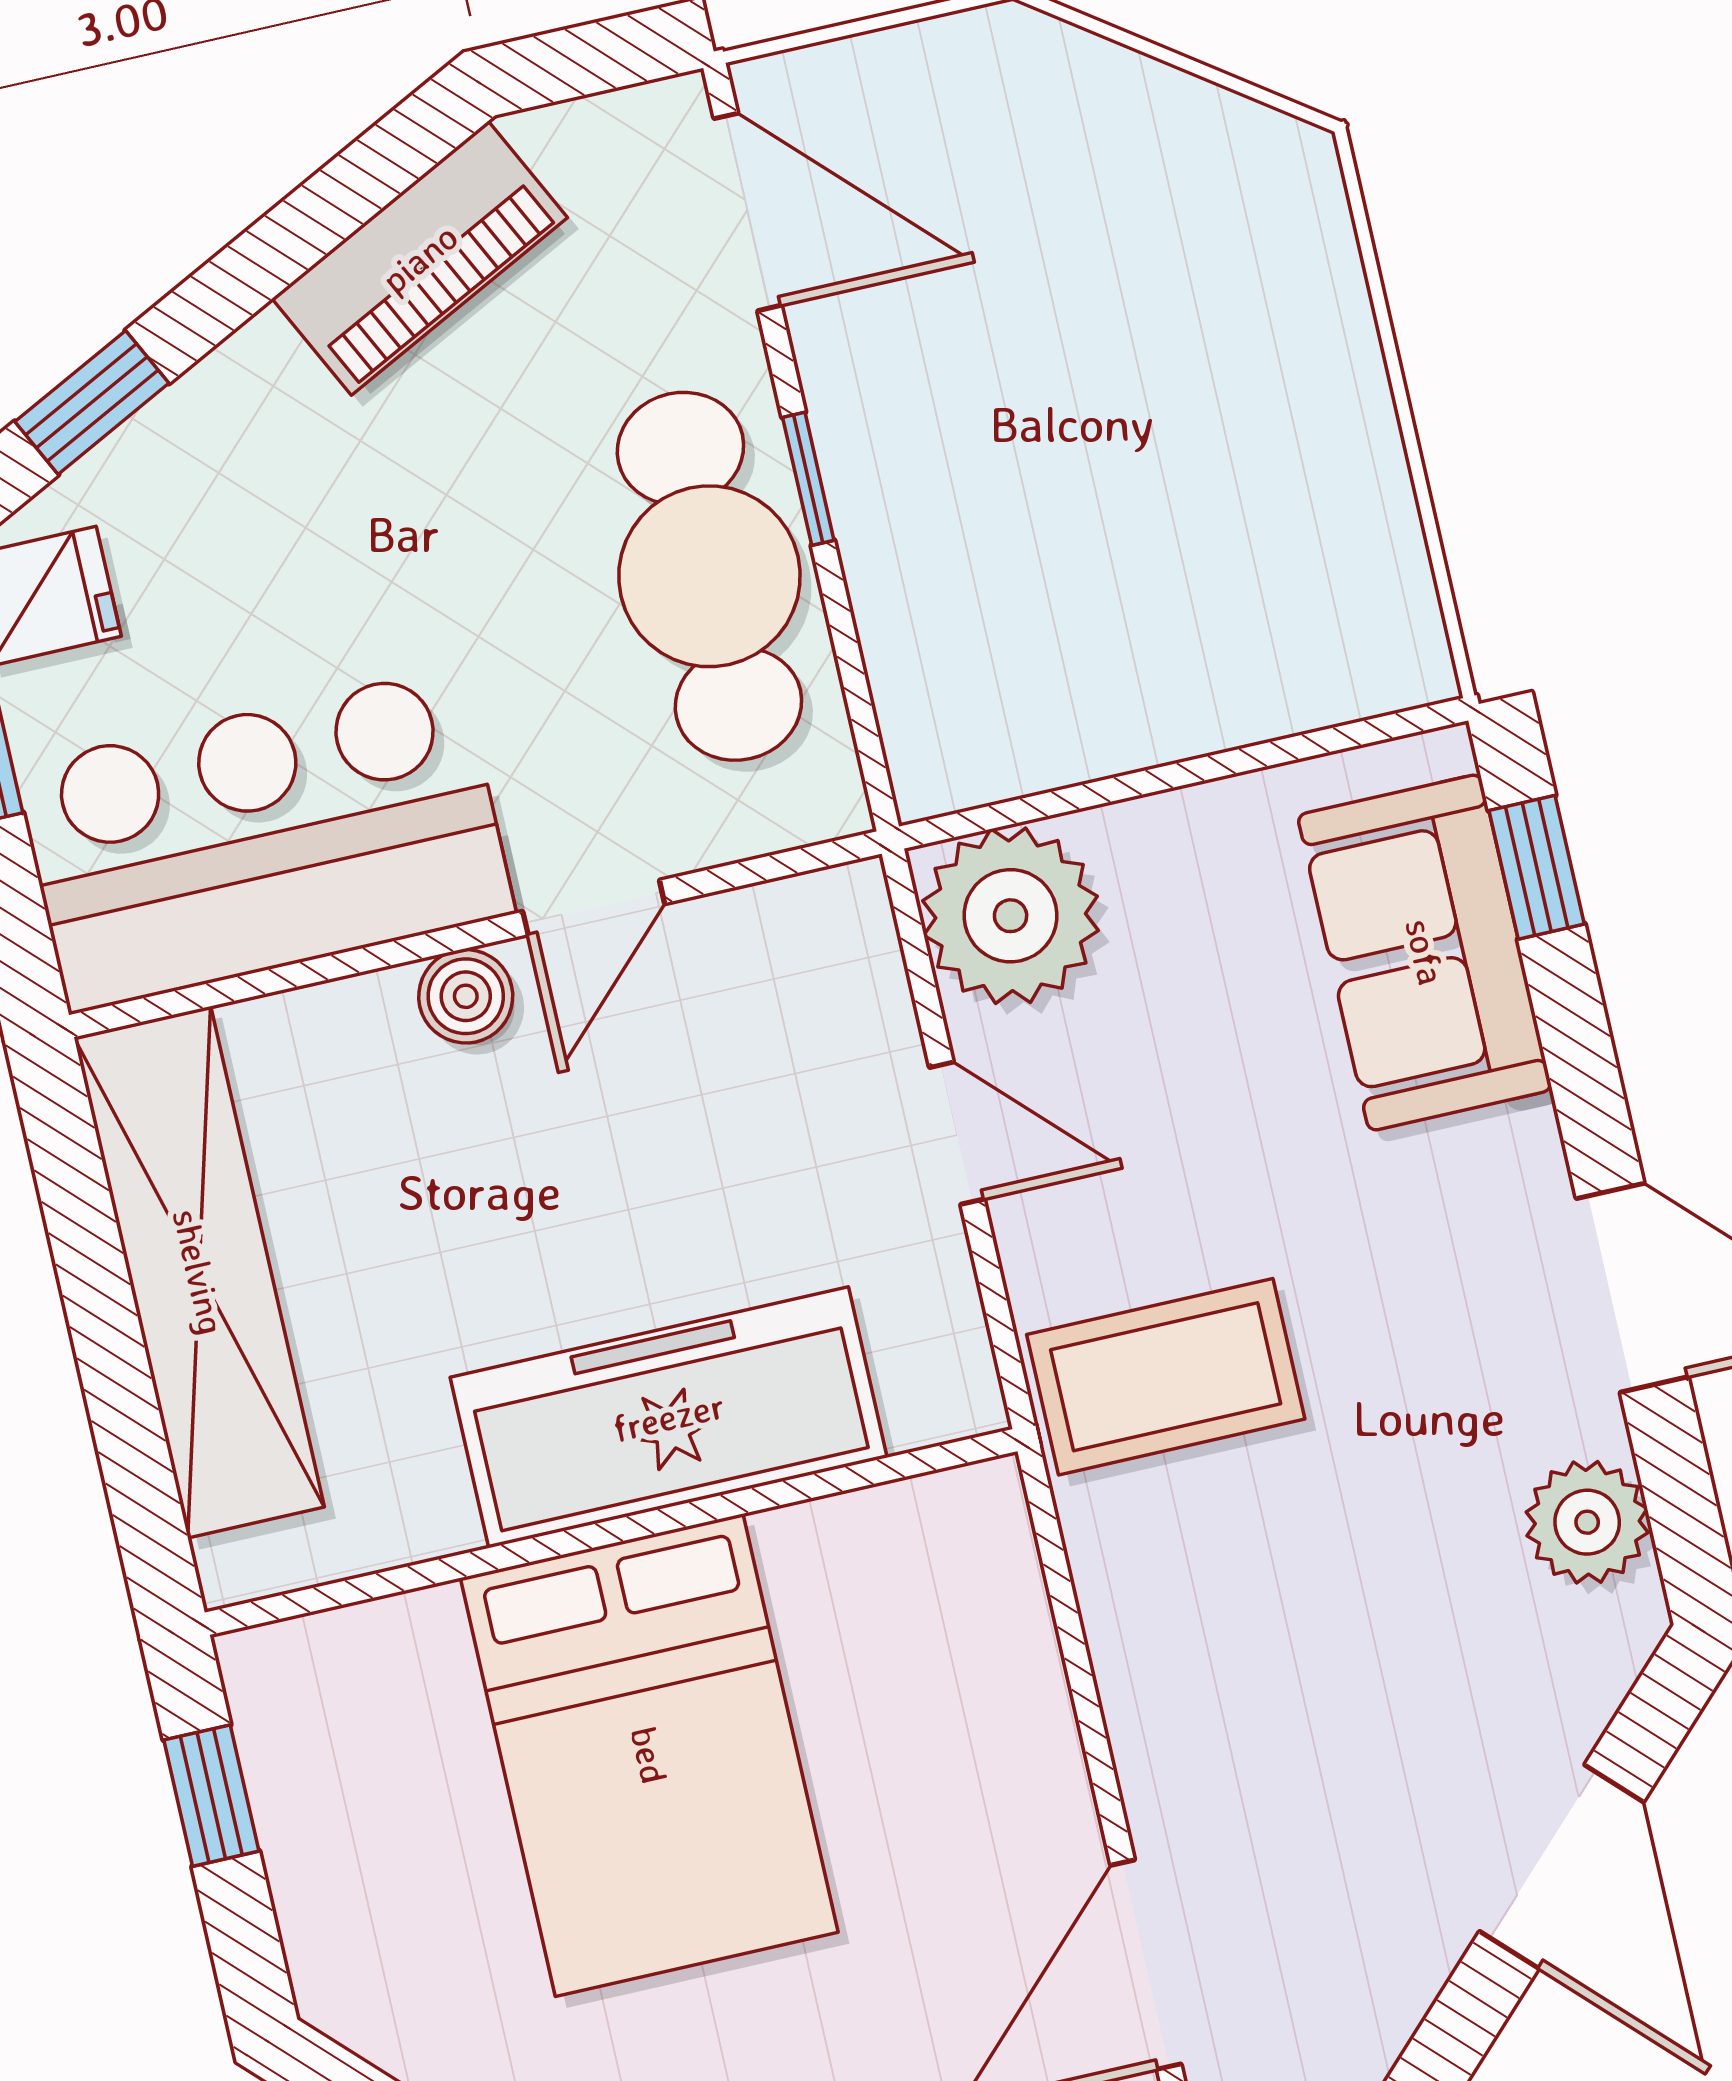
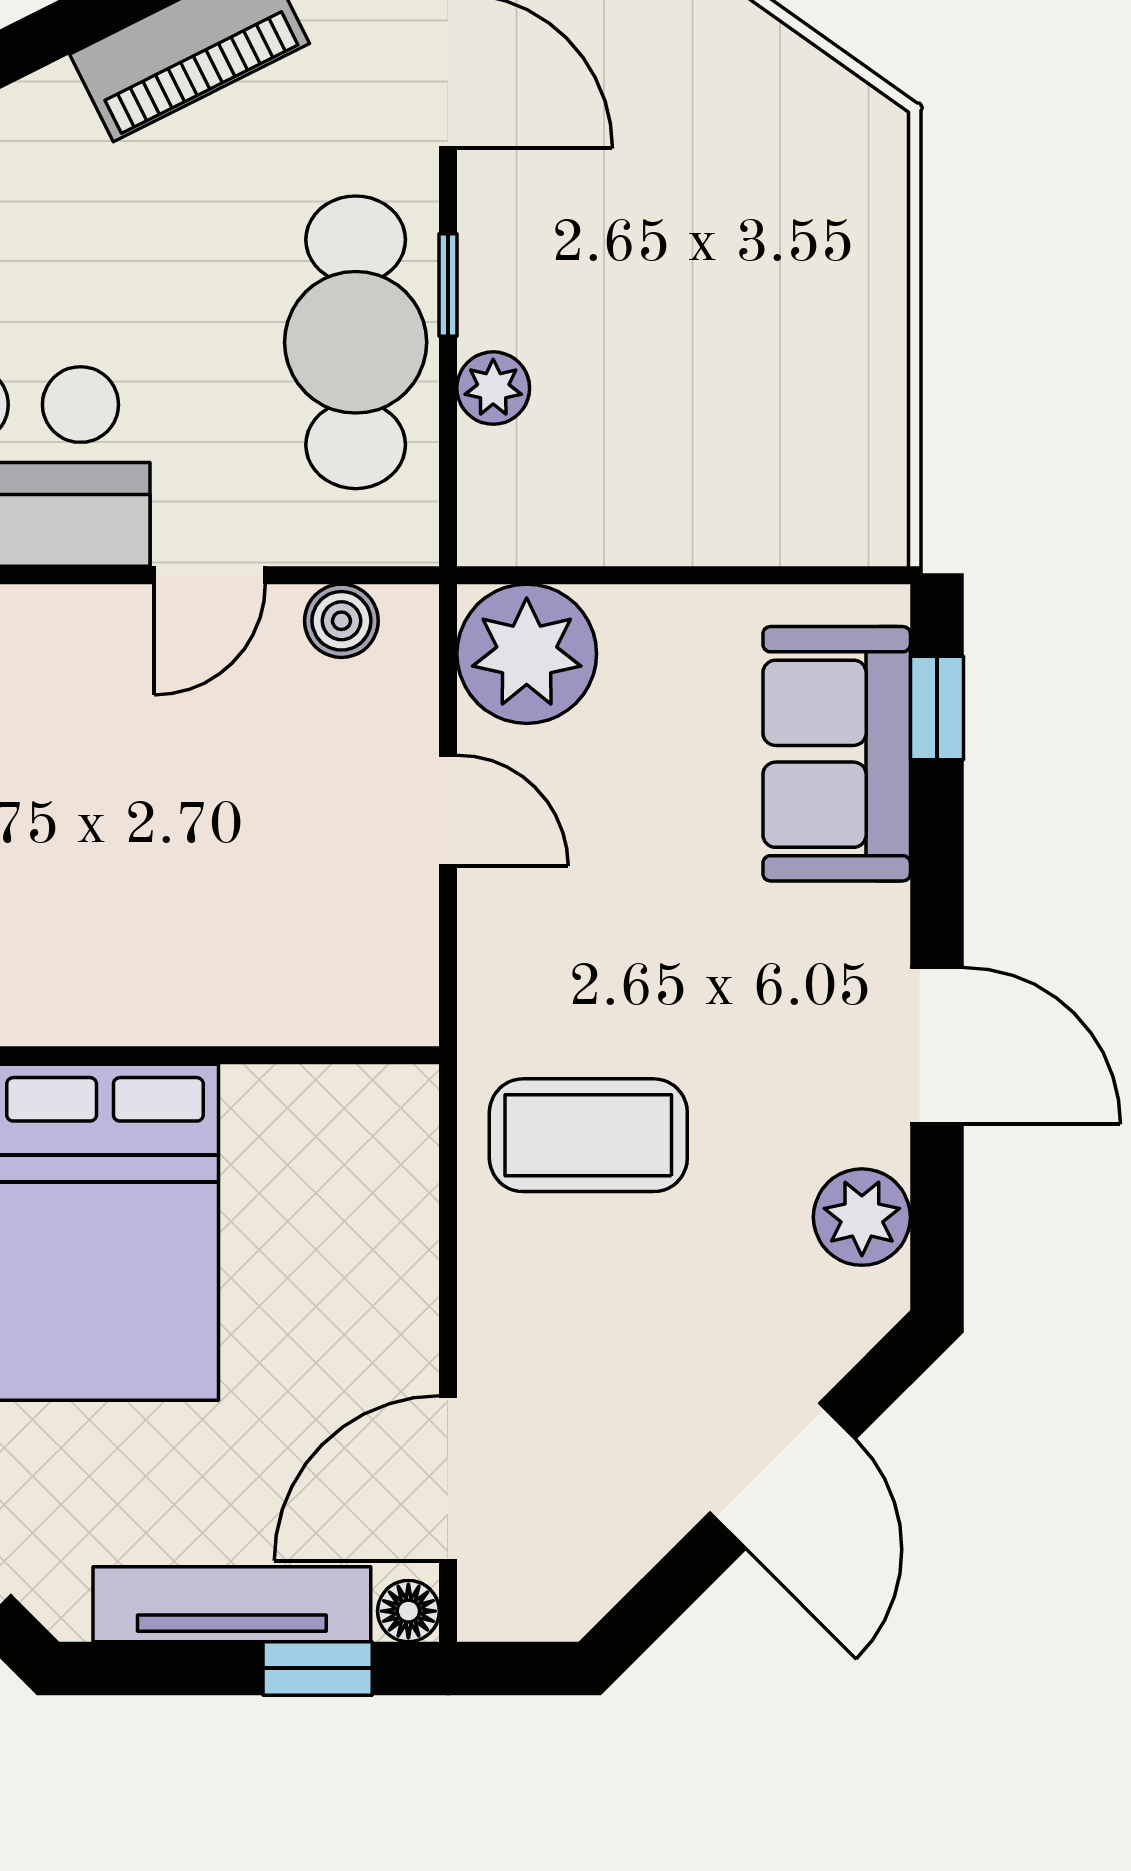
plant: (894, 594) -> (493, 388), added
boiler: (466, 996) -> (341, 621), moved
coffee table: (1166, 1377) -> (588, 1135), moved
freezer: (669, 1417) -> (178, 978), removed

